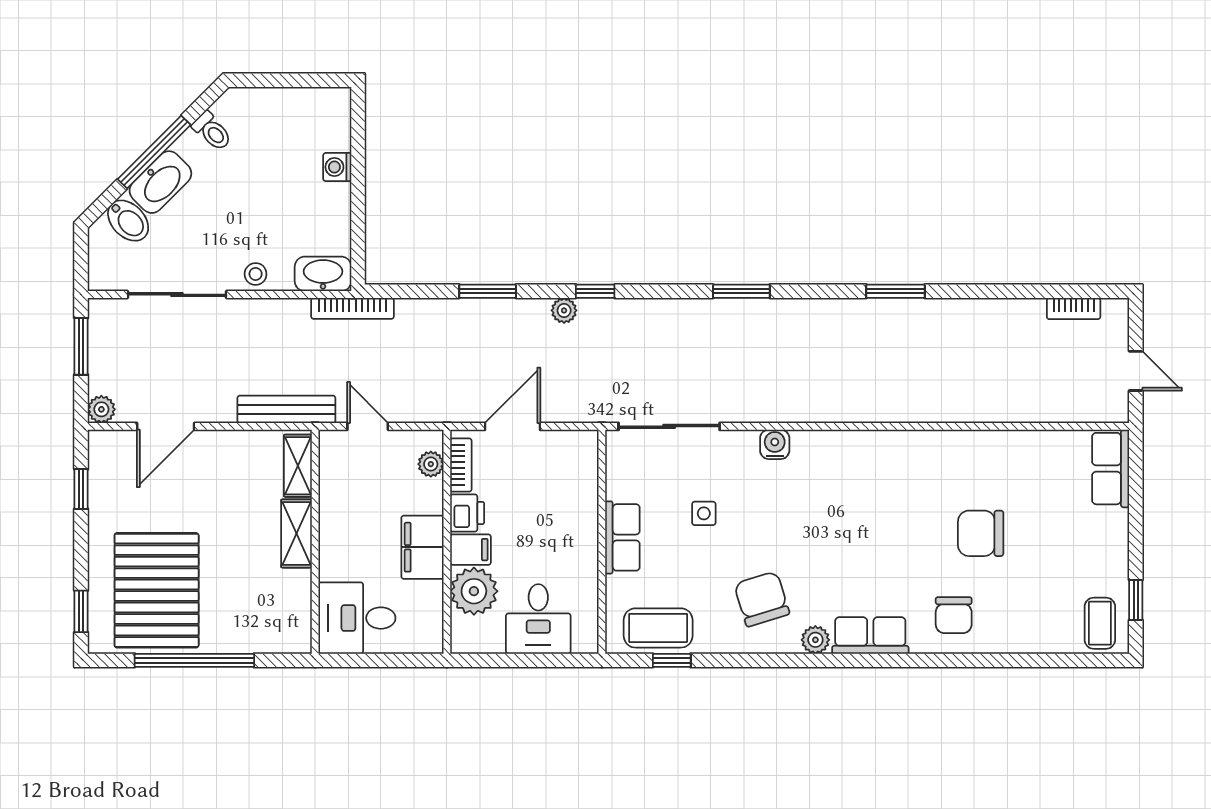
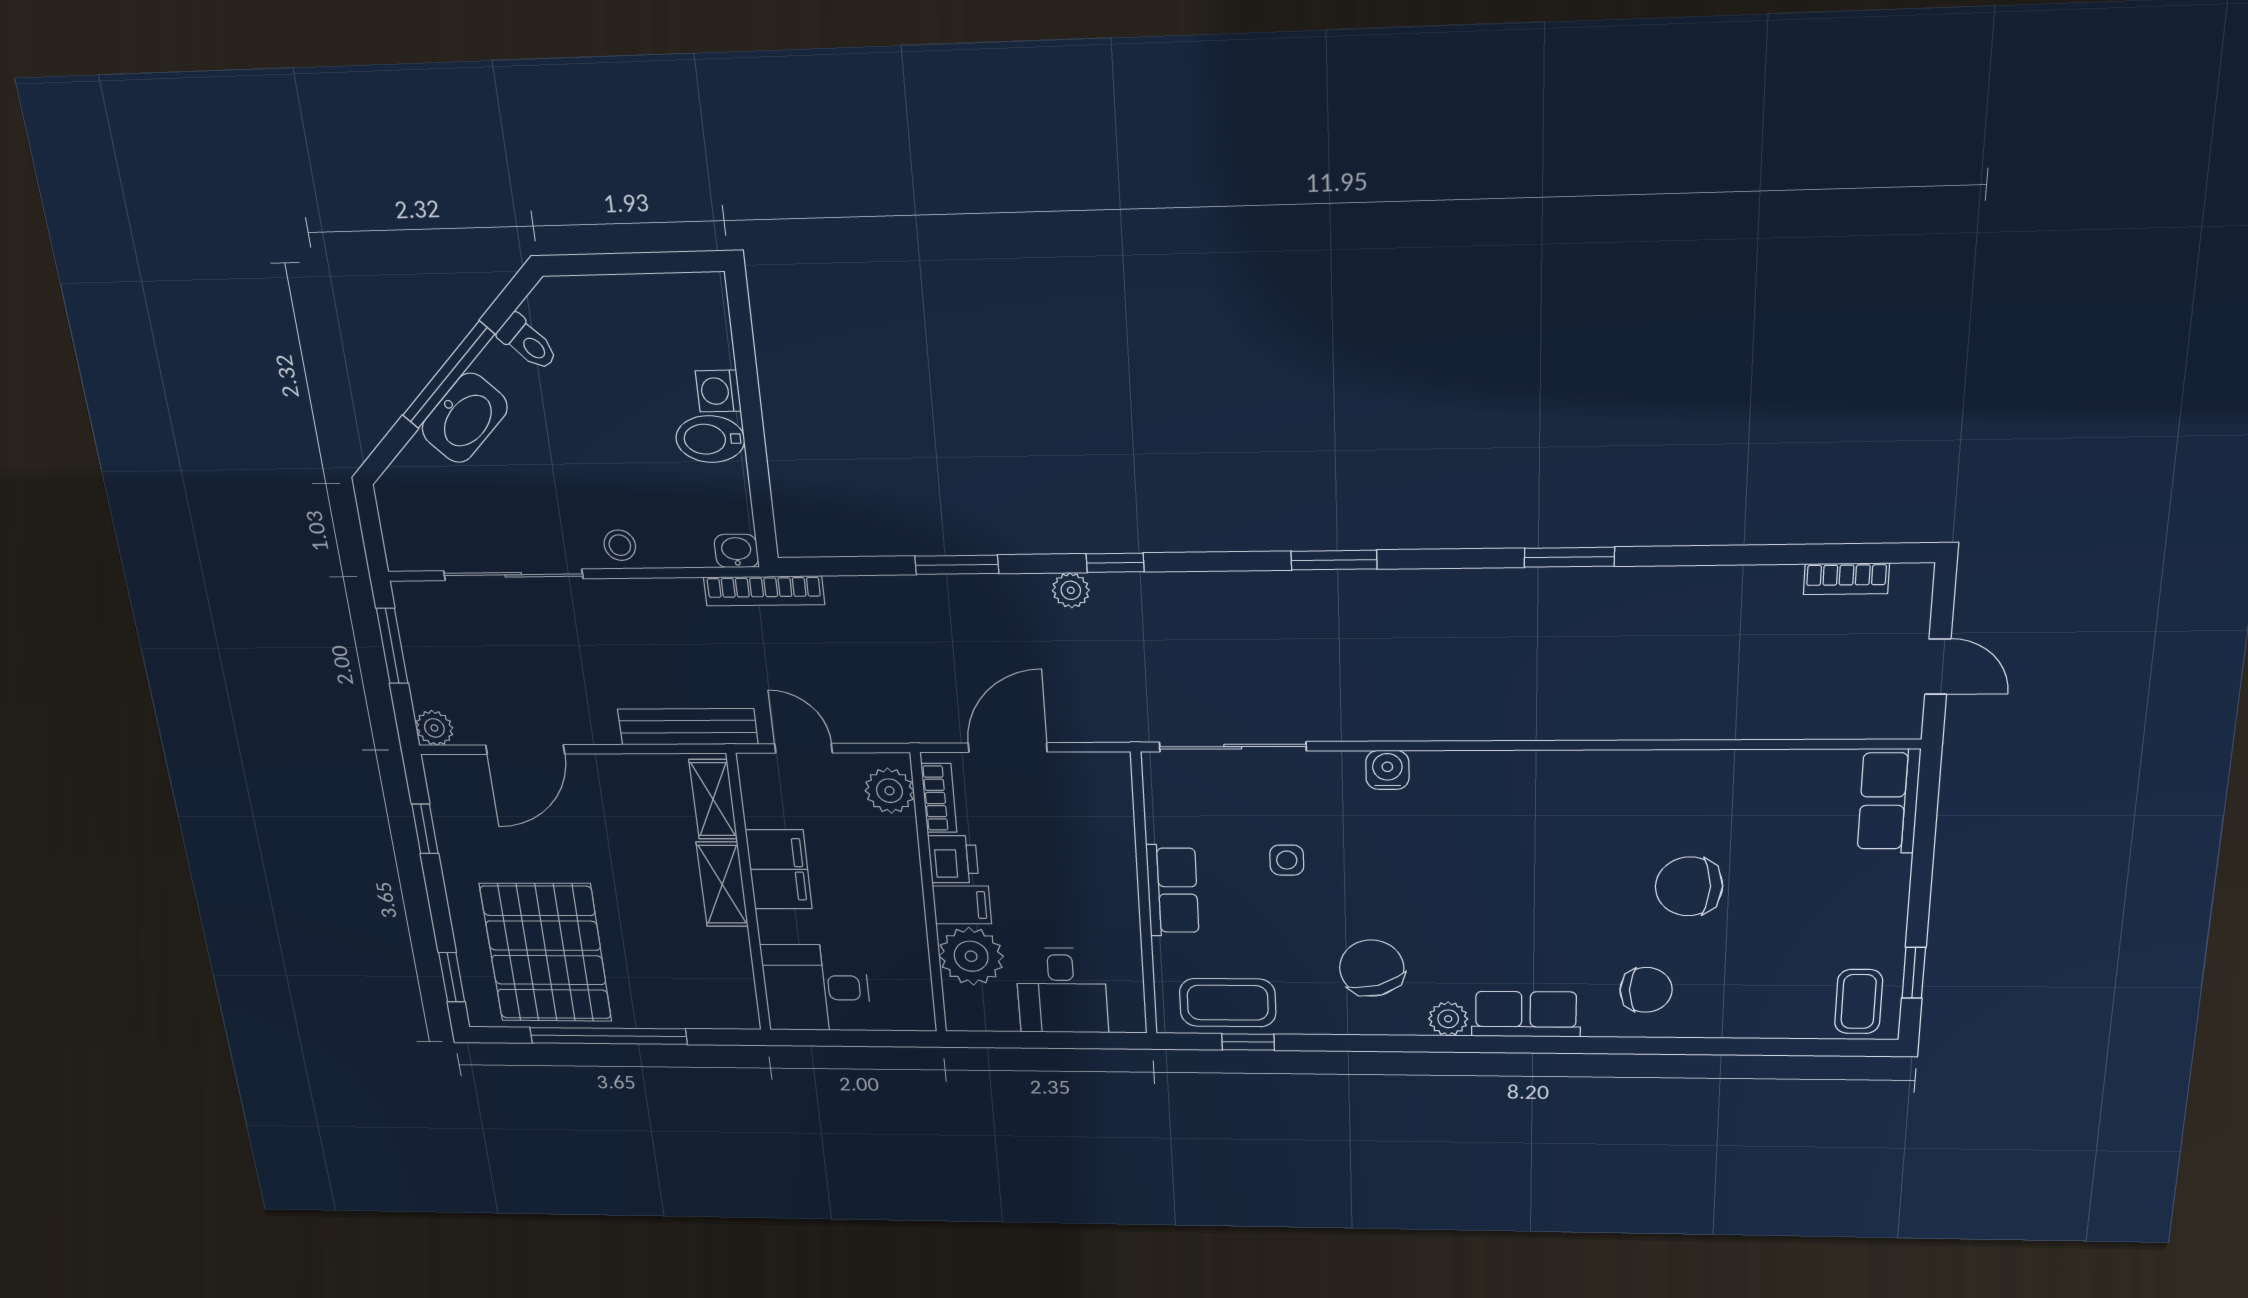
bidet: (128, 221) -> (710, 439), moved, turned 135
washbasin: (323, 274) -> (736, 551), width x0.52, depth x0.69
plant: (431, 464) -> (890, 791), width x1.38, depth x1.38
filing cabinet: (422, 547) -> (779, 869), moved, turned 180
chair: (954, 615) -> (1646, 990), turned -90

